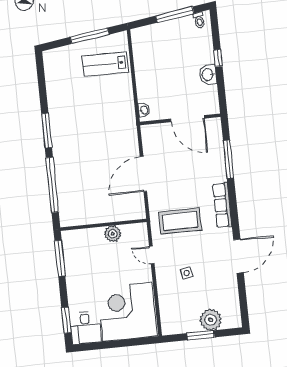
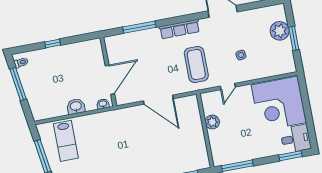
washbasin: (208, 75) -> (76, 106), moved, turned 180
door: (187, 119) -> (110, 80), moved

